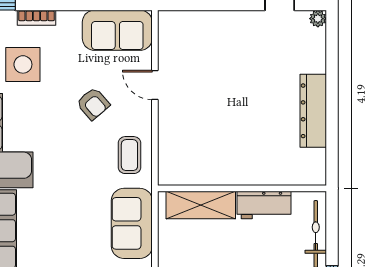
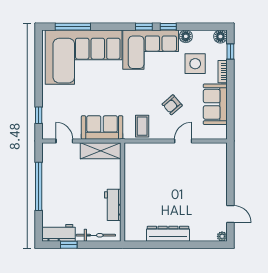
sofa: (117, 30) -> (215, 104), moved
coffee table: (129, 155) -> (142, 126), turned 90
shelving: (201, 205) -> (101, 151), moved, turned 90

